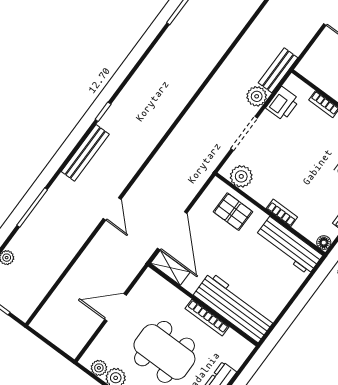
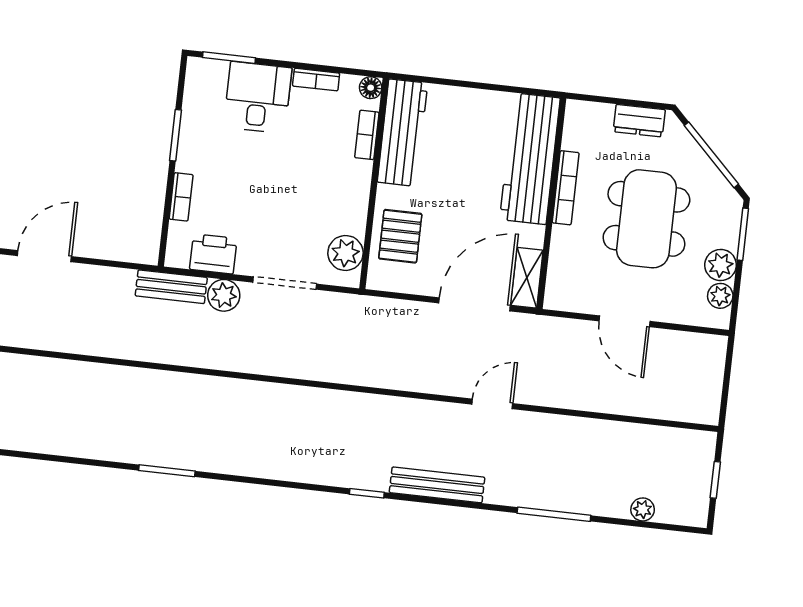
bookcase: (282, 213) -> (367, 135), moved

